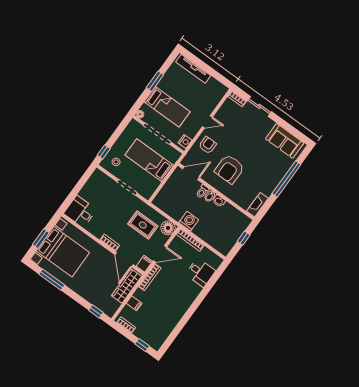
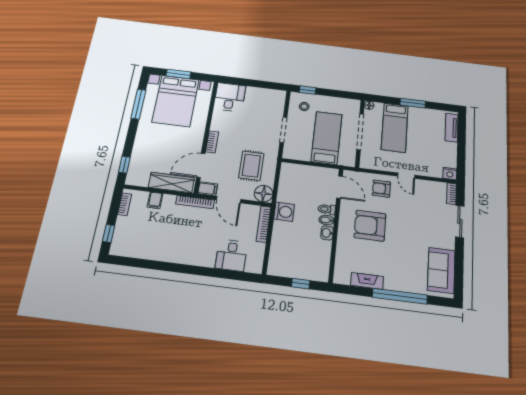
tv unit: (193, 69) -> (452, 128), width x0.71
nightstand: (185, 141) -> (450, 174), moved
armchair: (208, 145) -> (381, 189), turned 180
fireplace: (257, 205) -> (367, 281), moved

